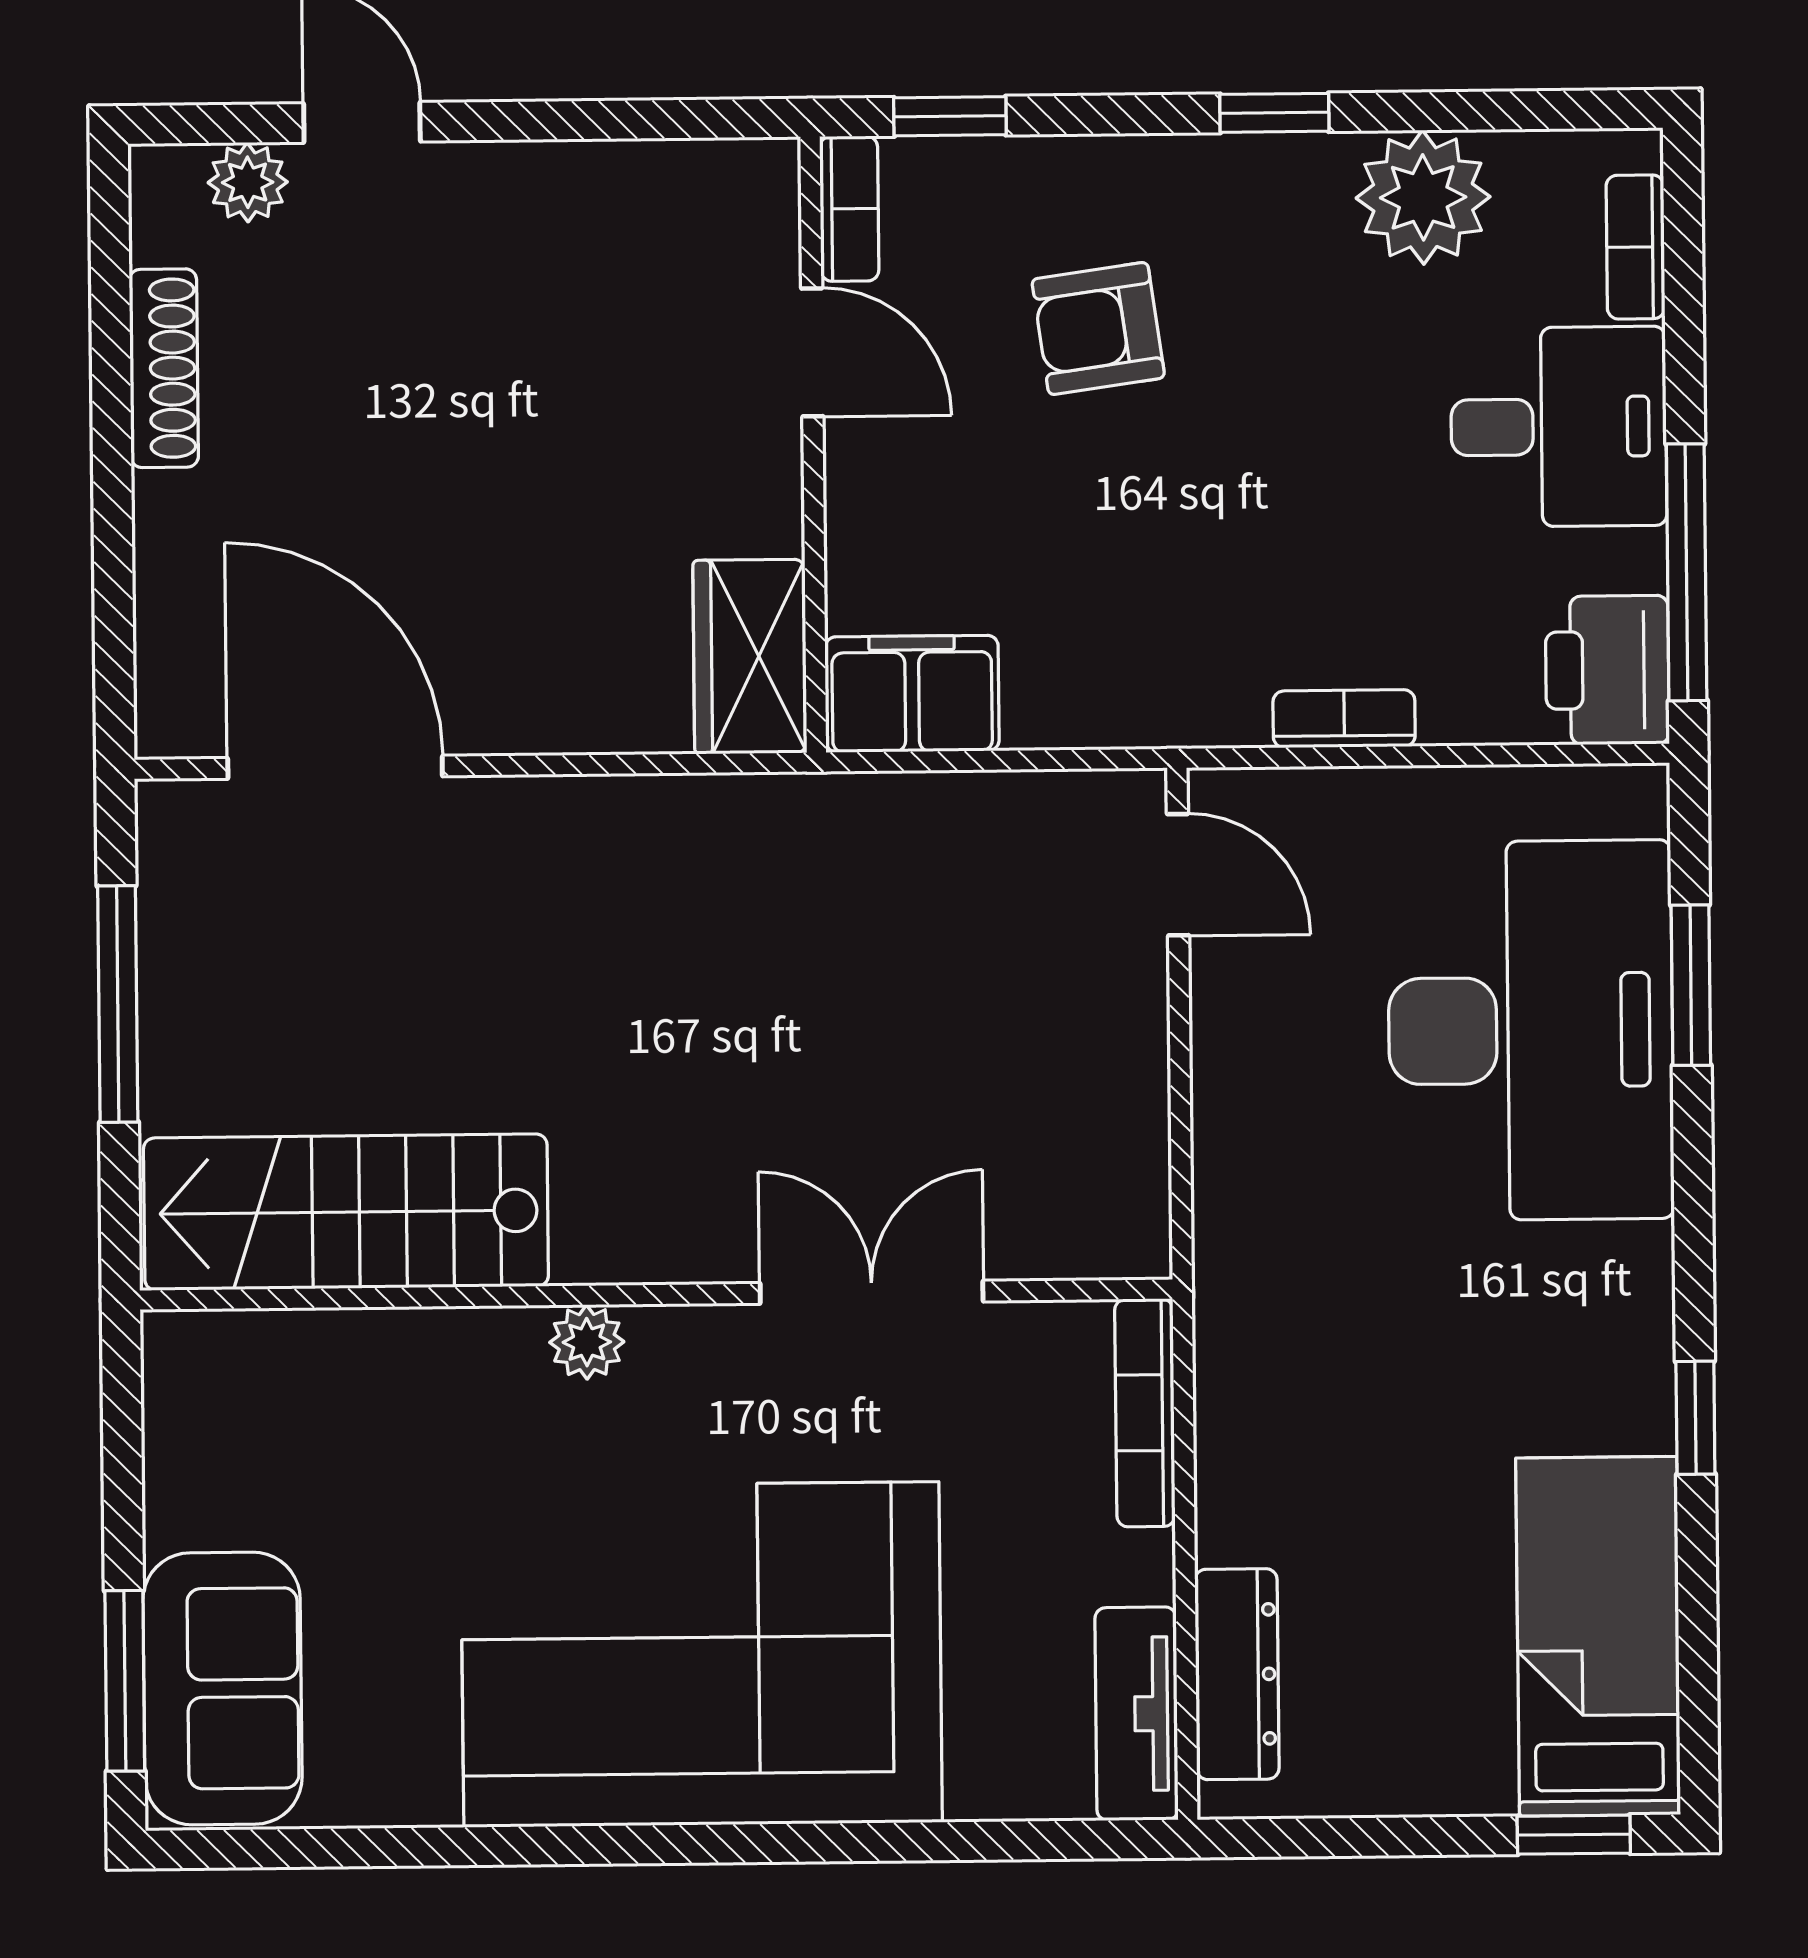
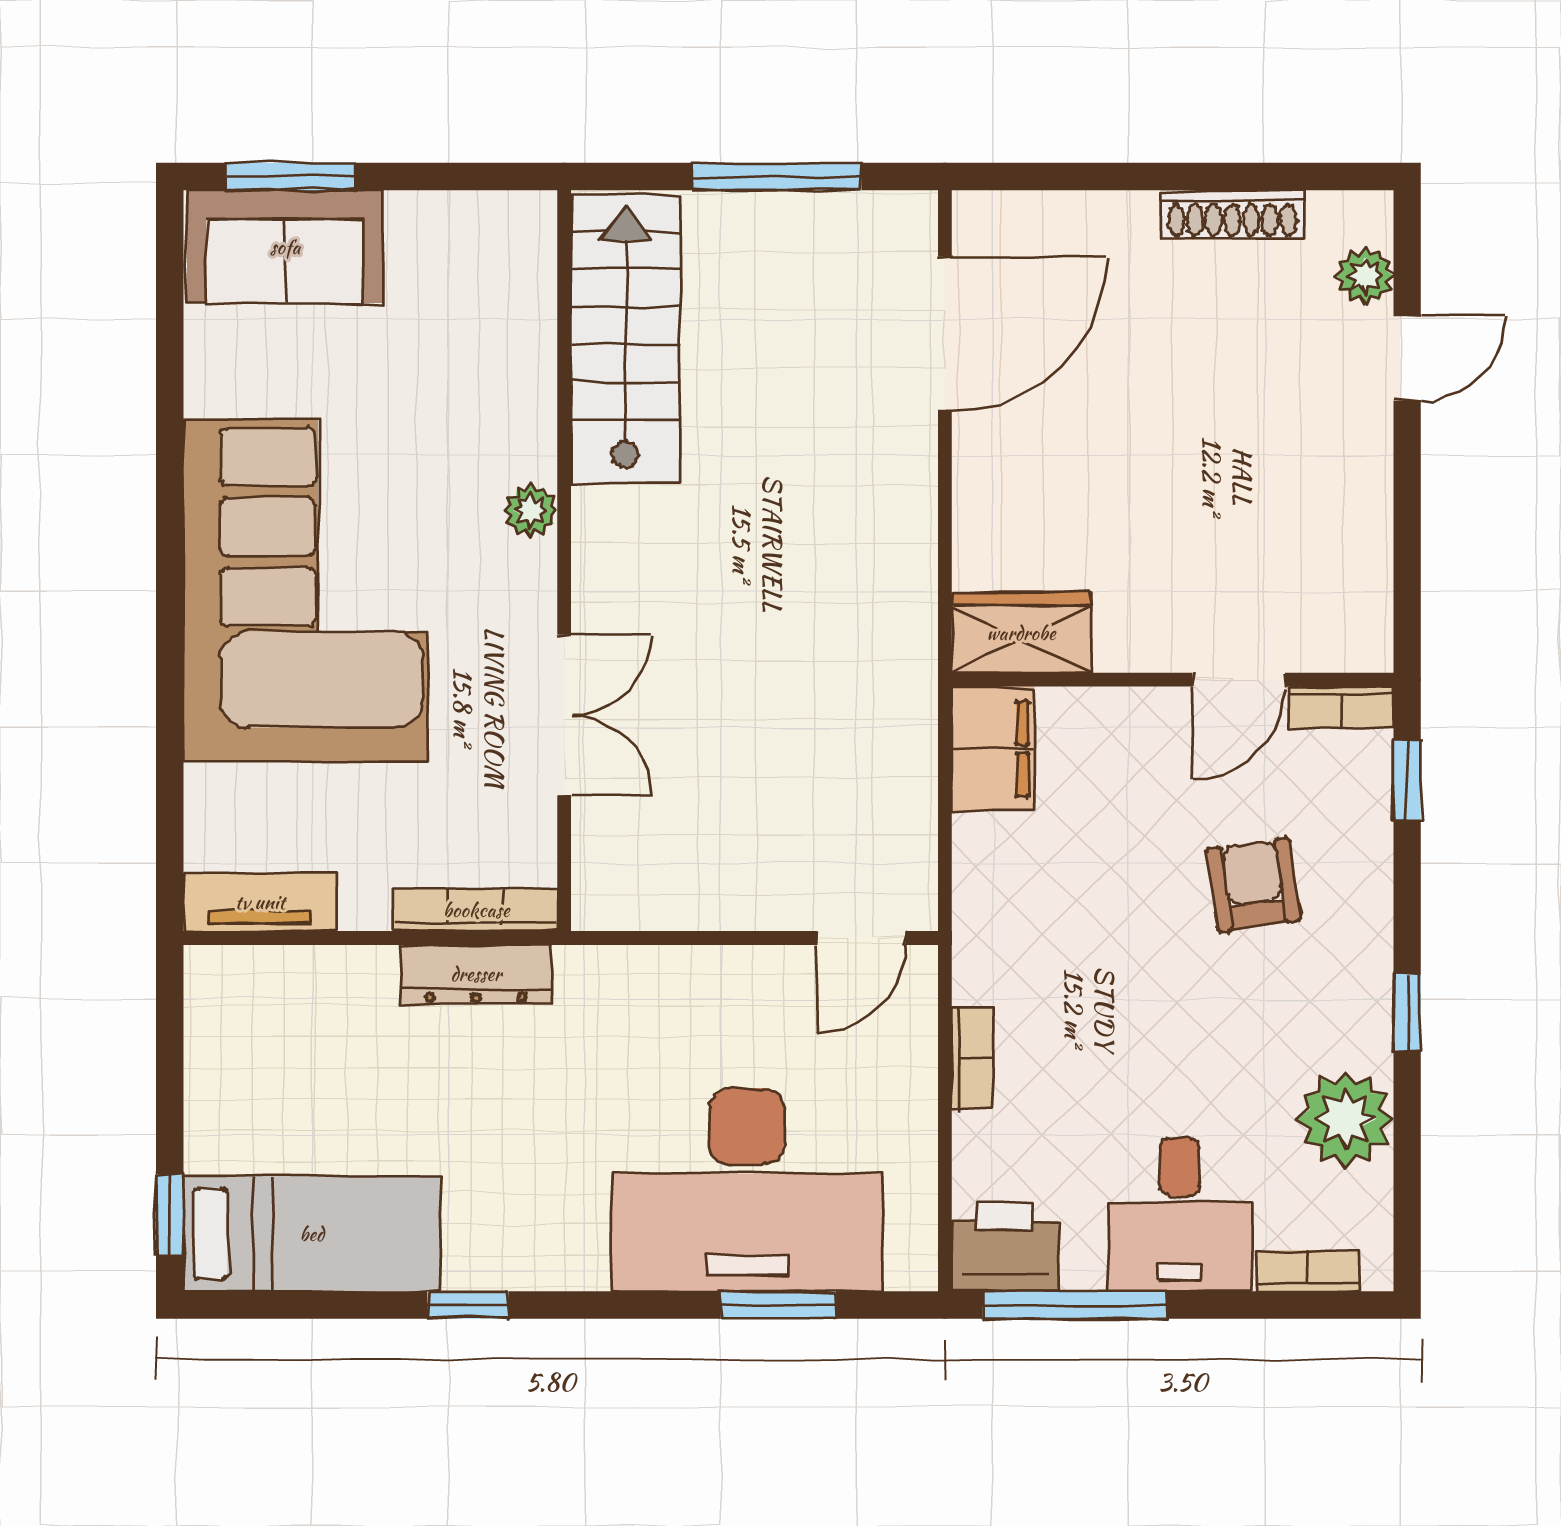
dresser: (1237, 1674) -> (476, 974), moved

